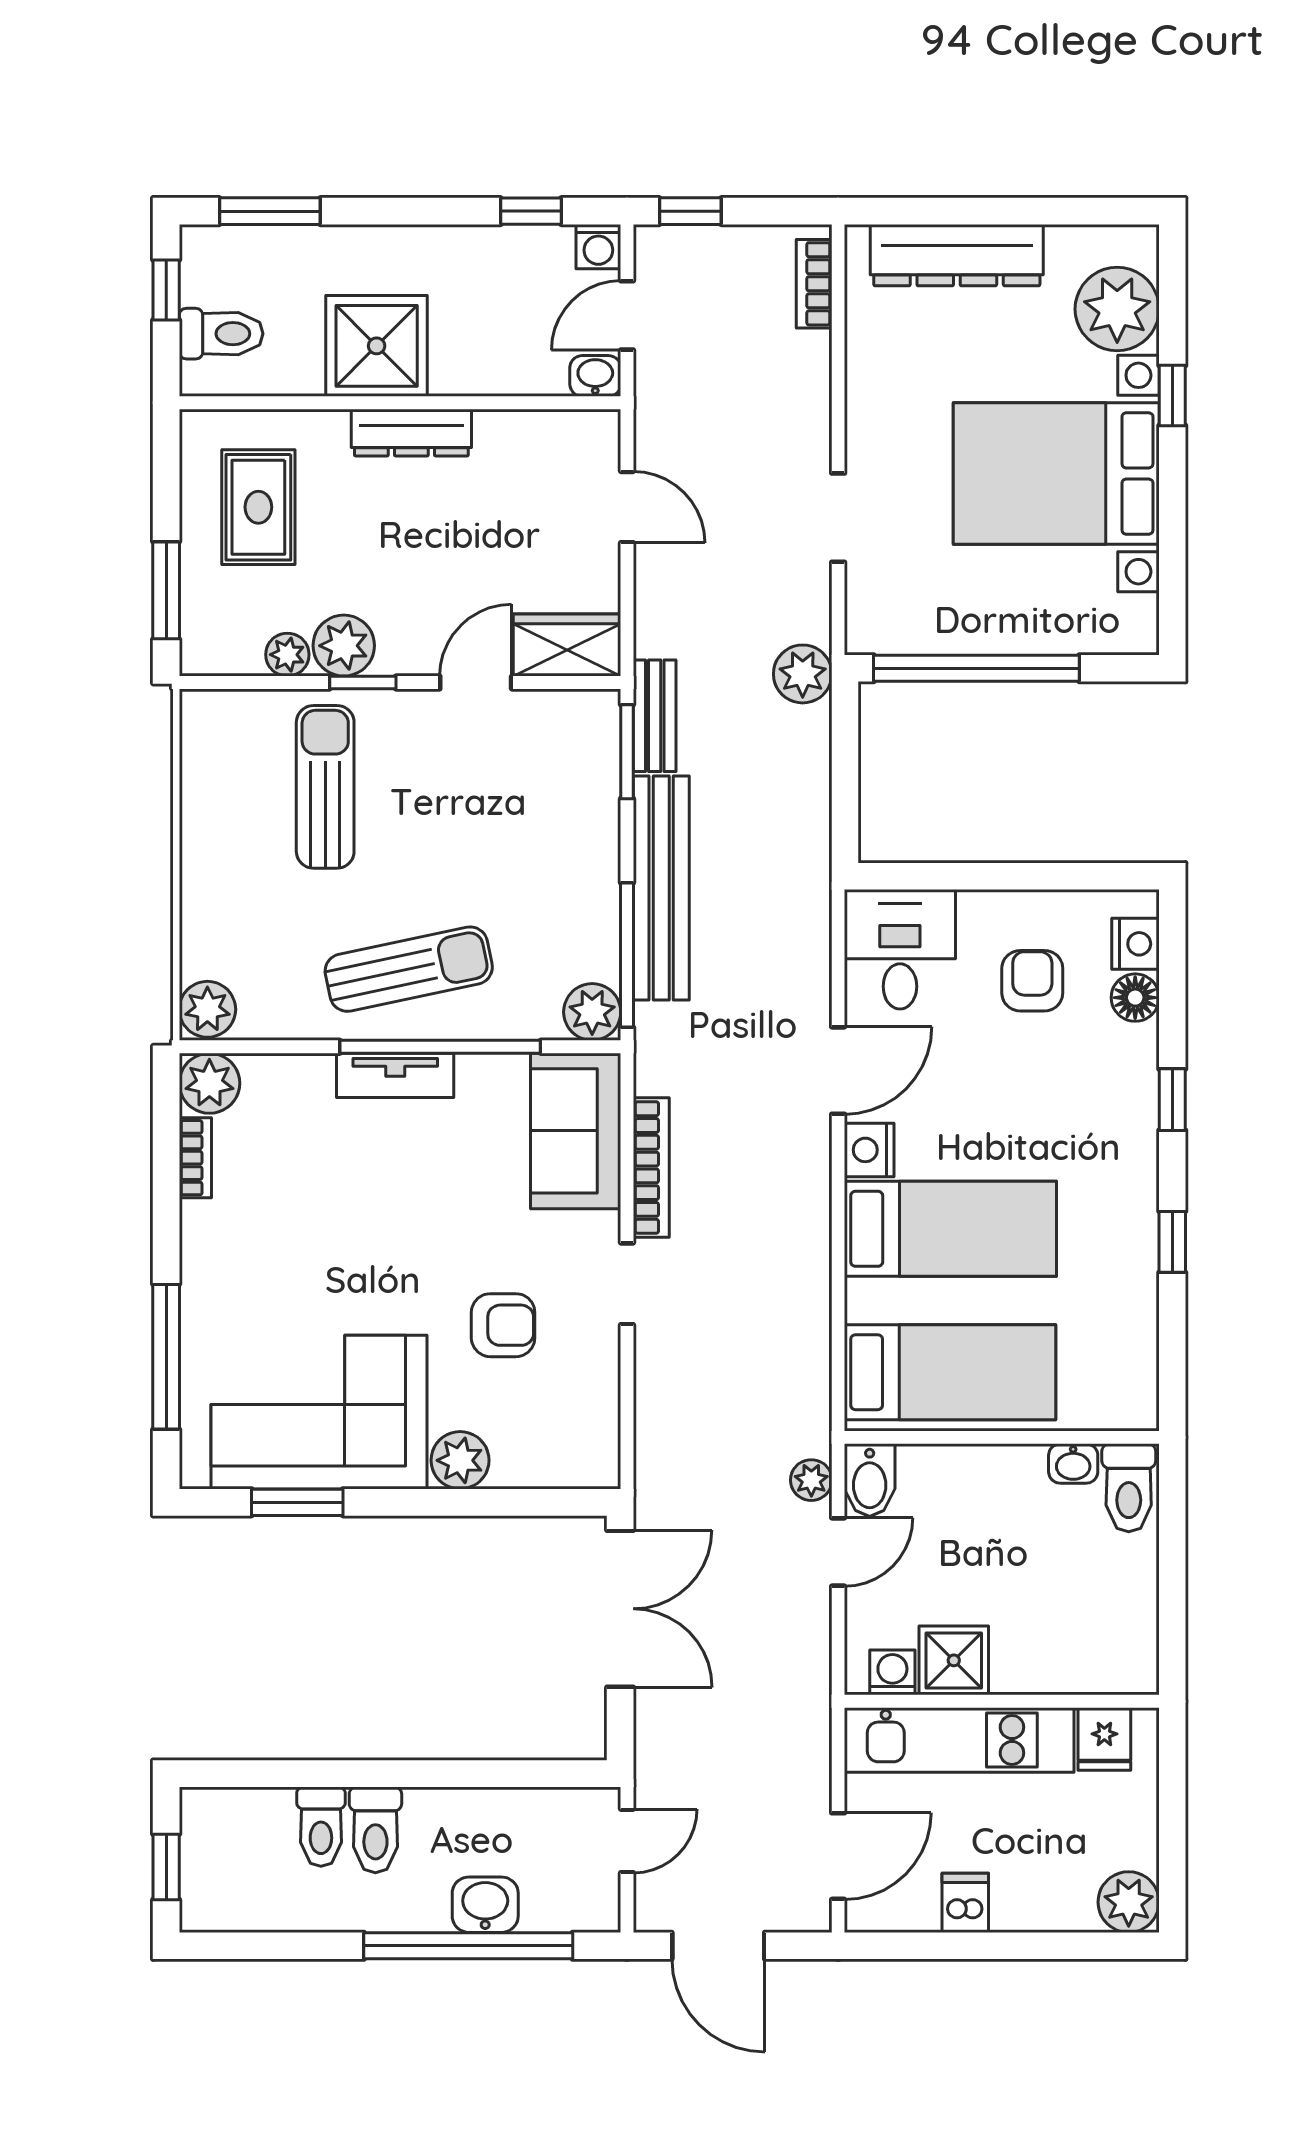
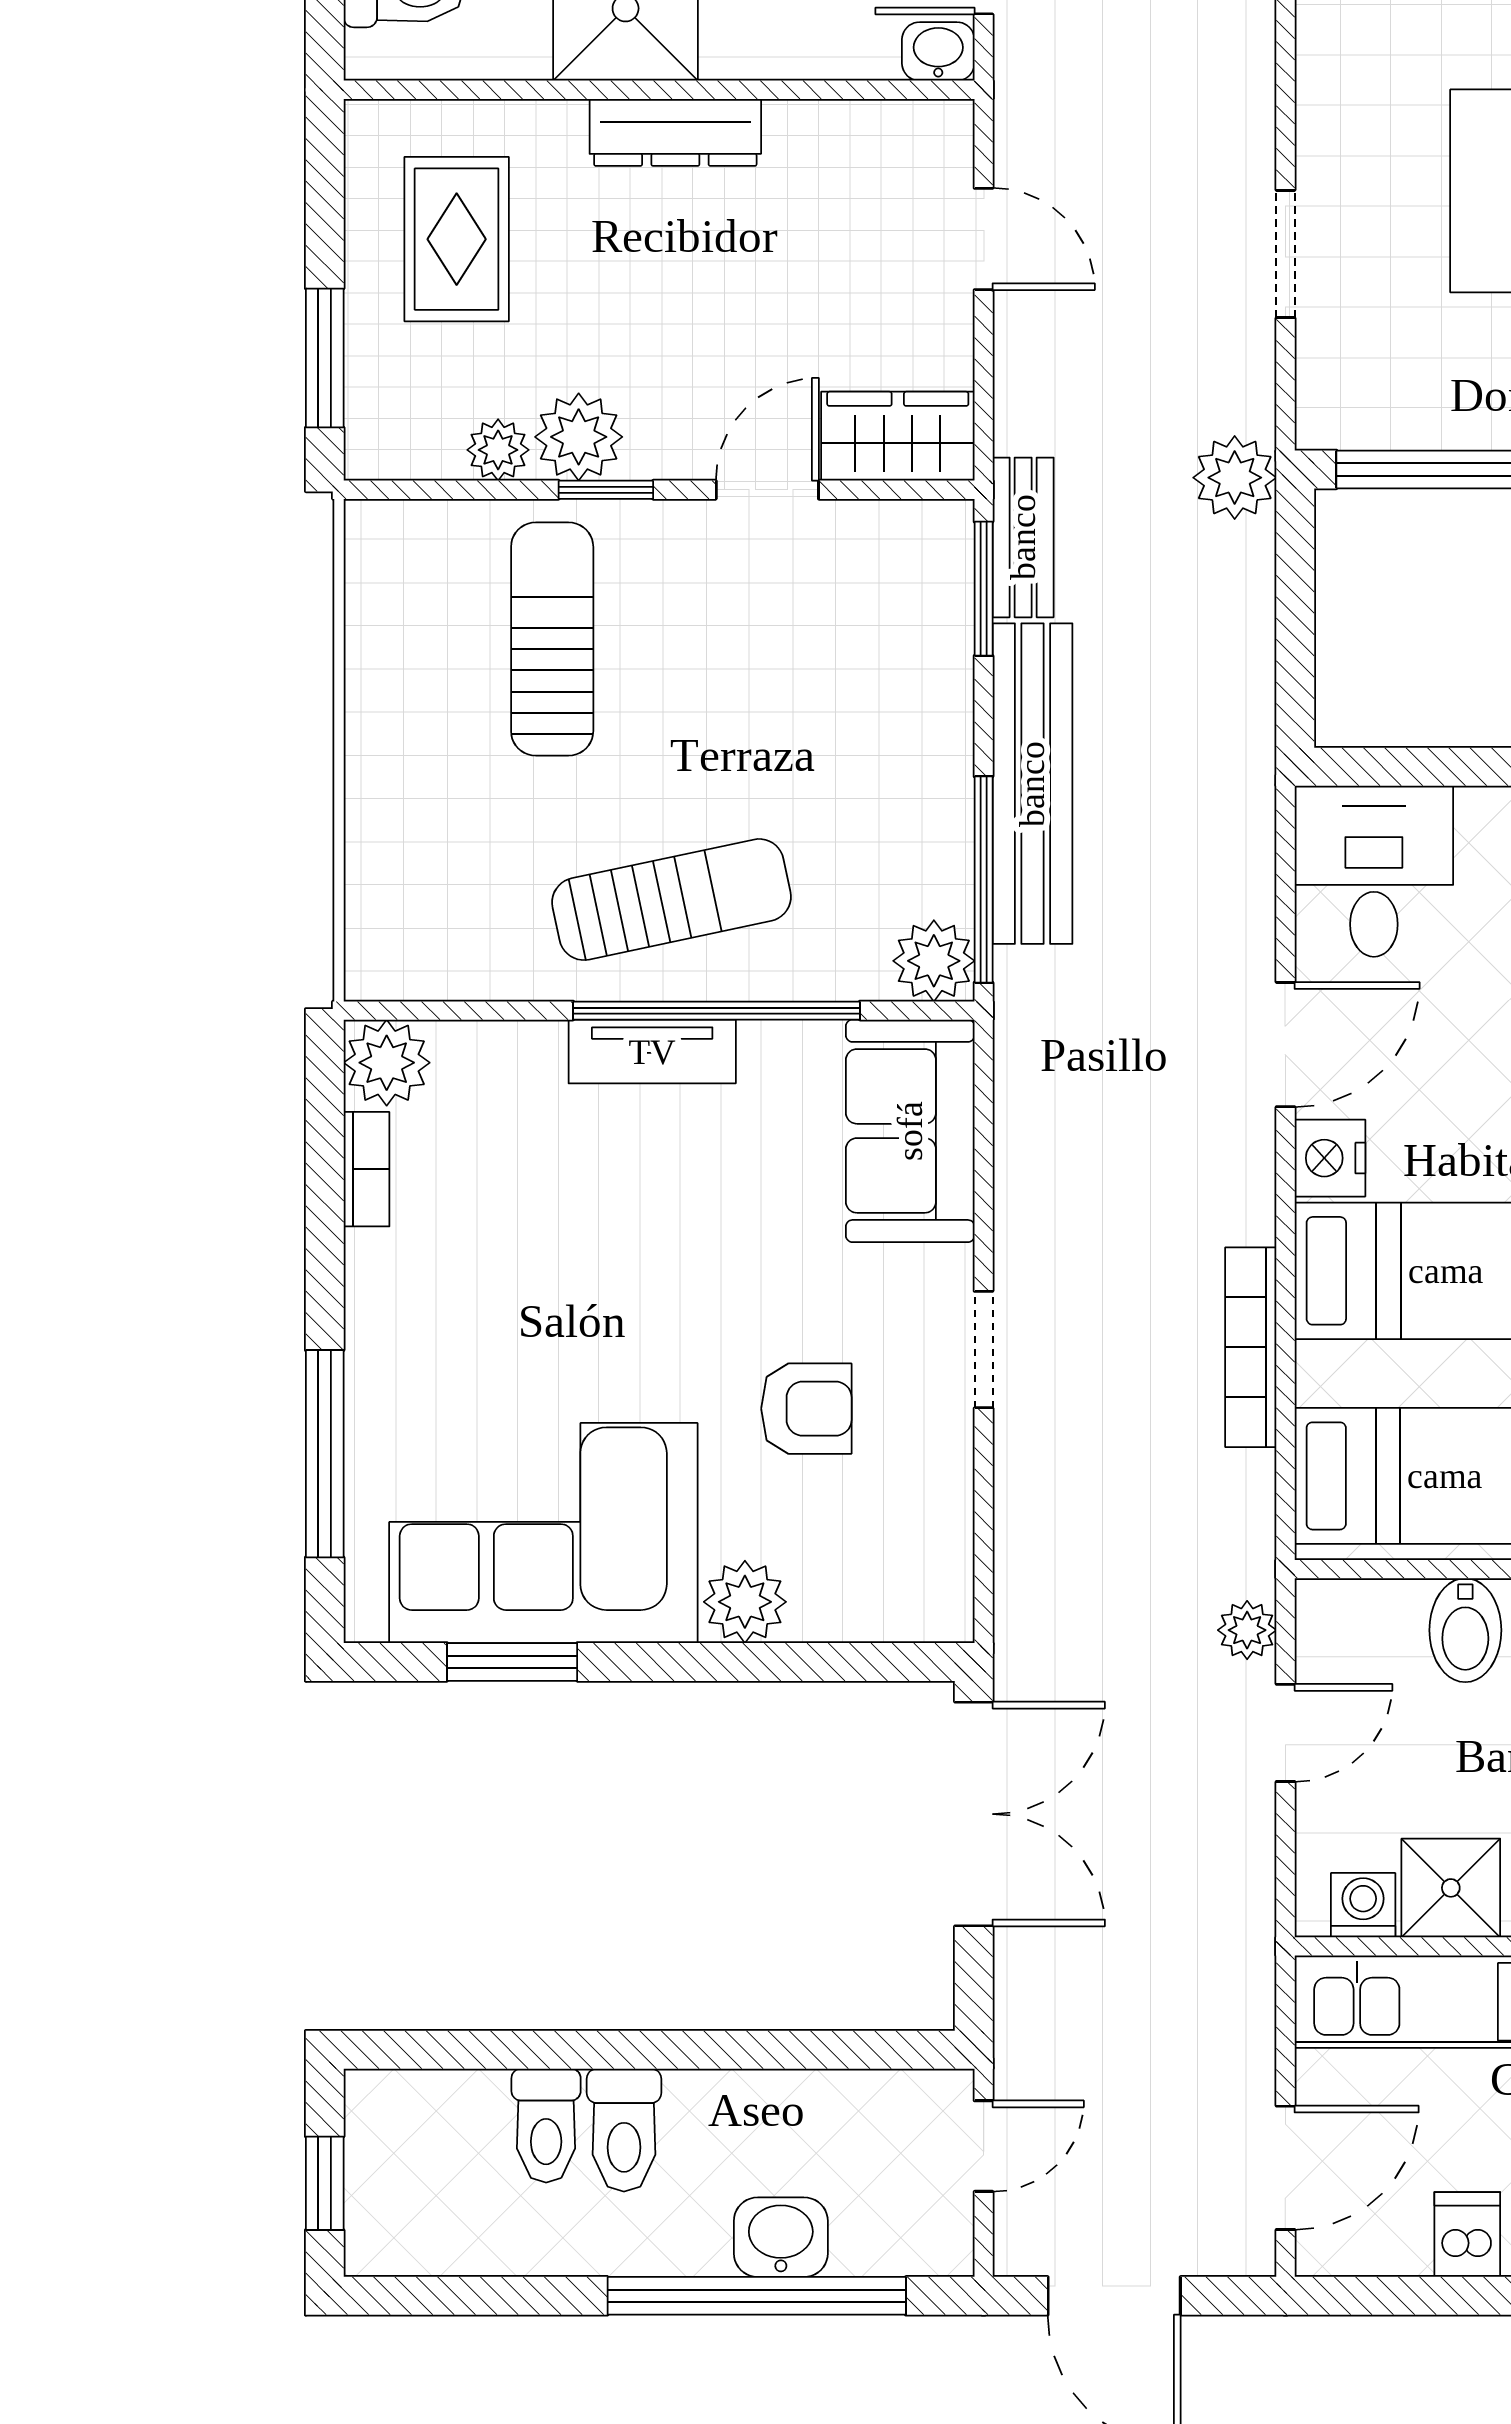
plant: (207, 1009) -> (384, 957), removed
bookcase: (651, 1167) -> (1251, 1347), moved, turned 180
bidet: (870, 1480) -> (1465, 1630), moved

